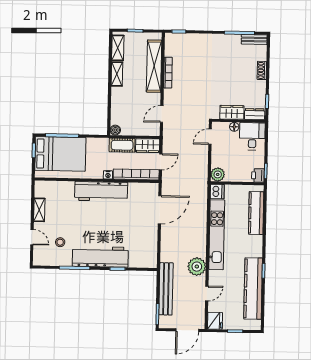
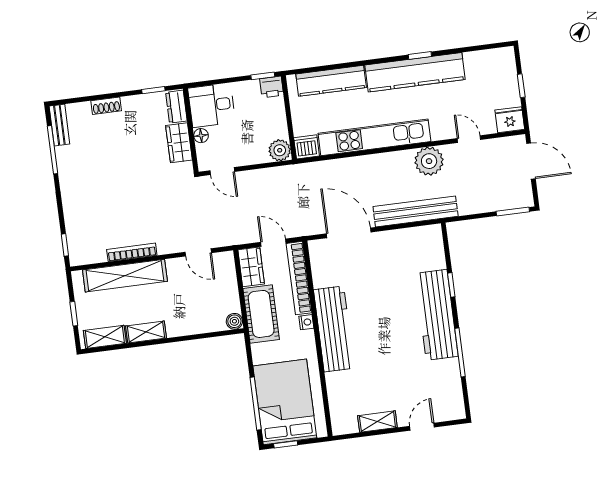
cot: (122, 145) -> (261, 314), width x1.37, depth x1.34
stool: (60, 242) -> (423, 381), removed
bench: (166, 289) -> (416, 211), moved
kitchen counter: (253, 289) -> (415, 72), moved

